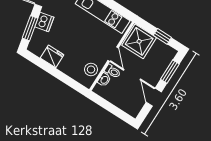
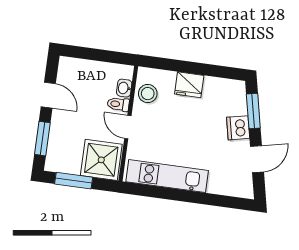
window: (162, 36) -> (74, 181), width x1.50
fridge: (52, 56) -> (189, 85), moved

